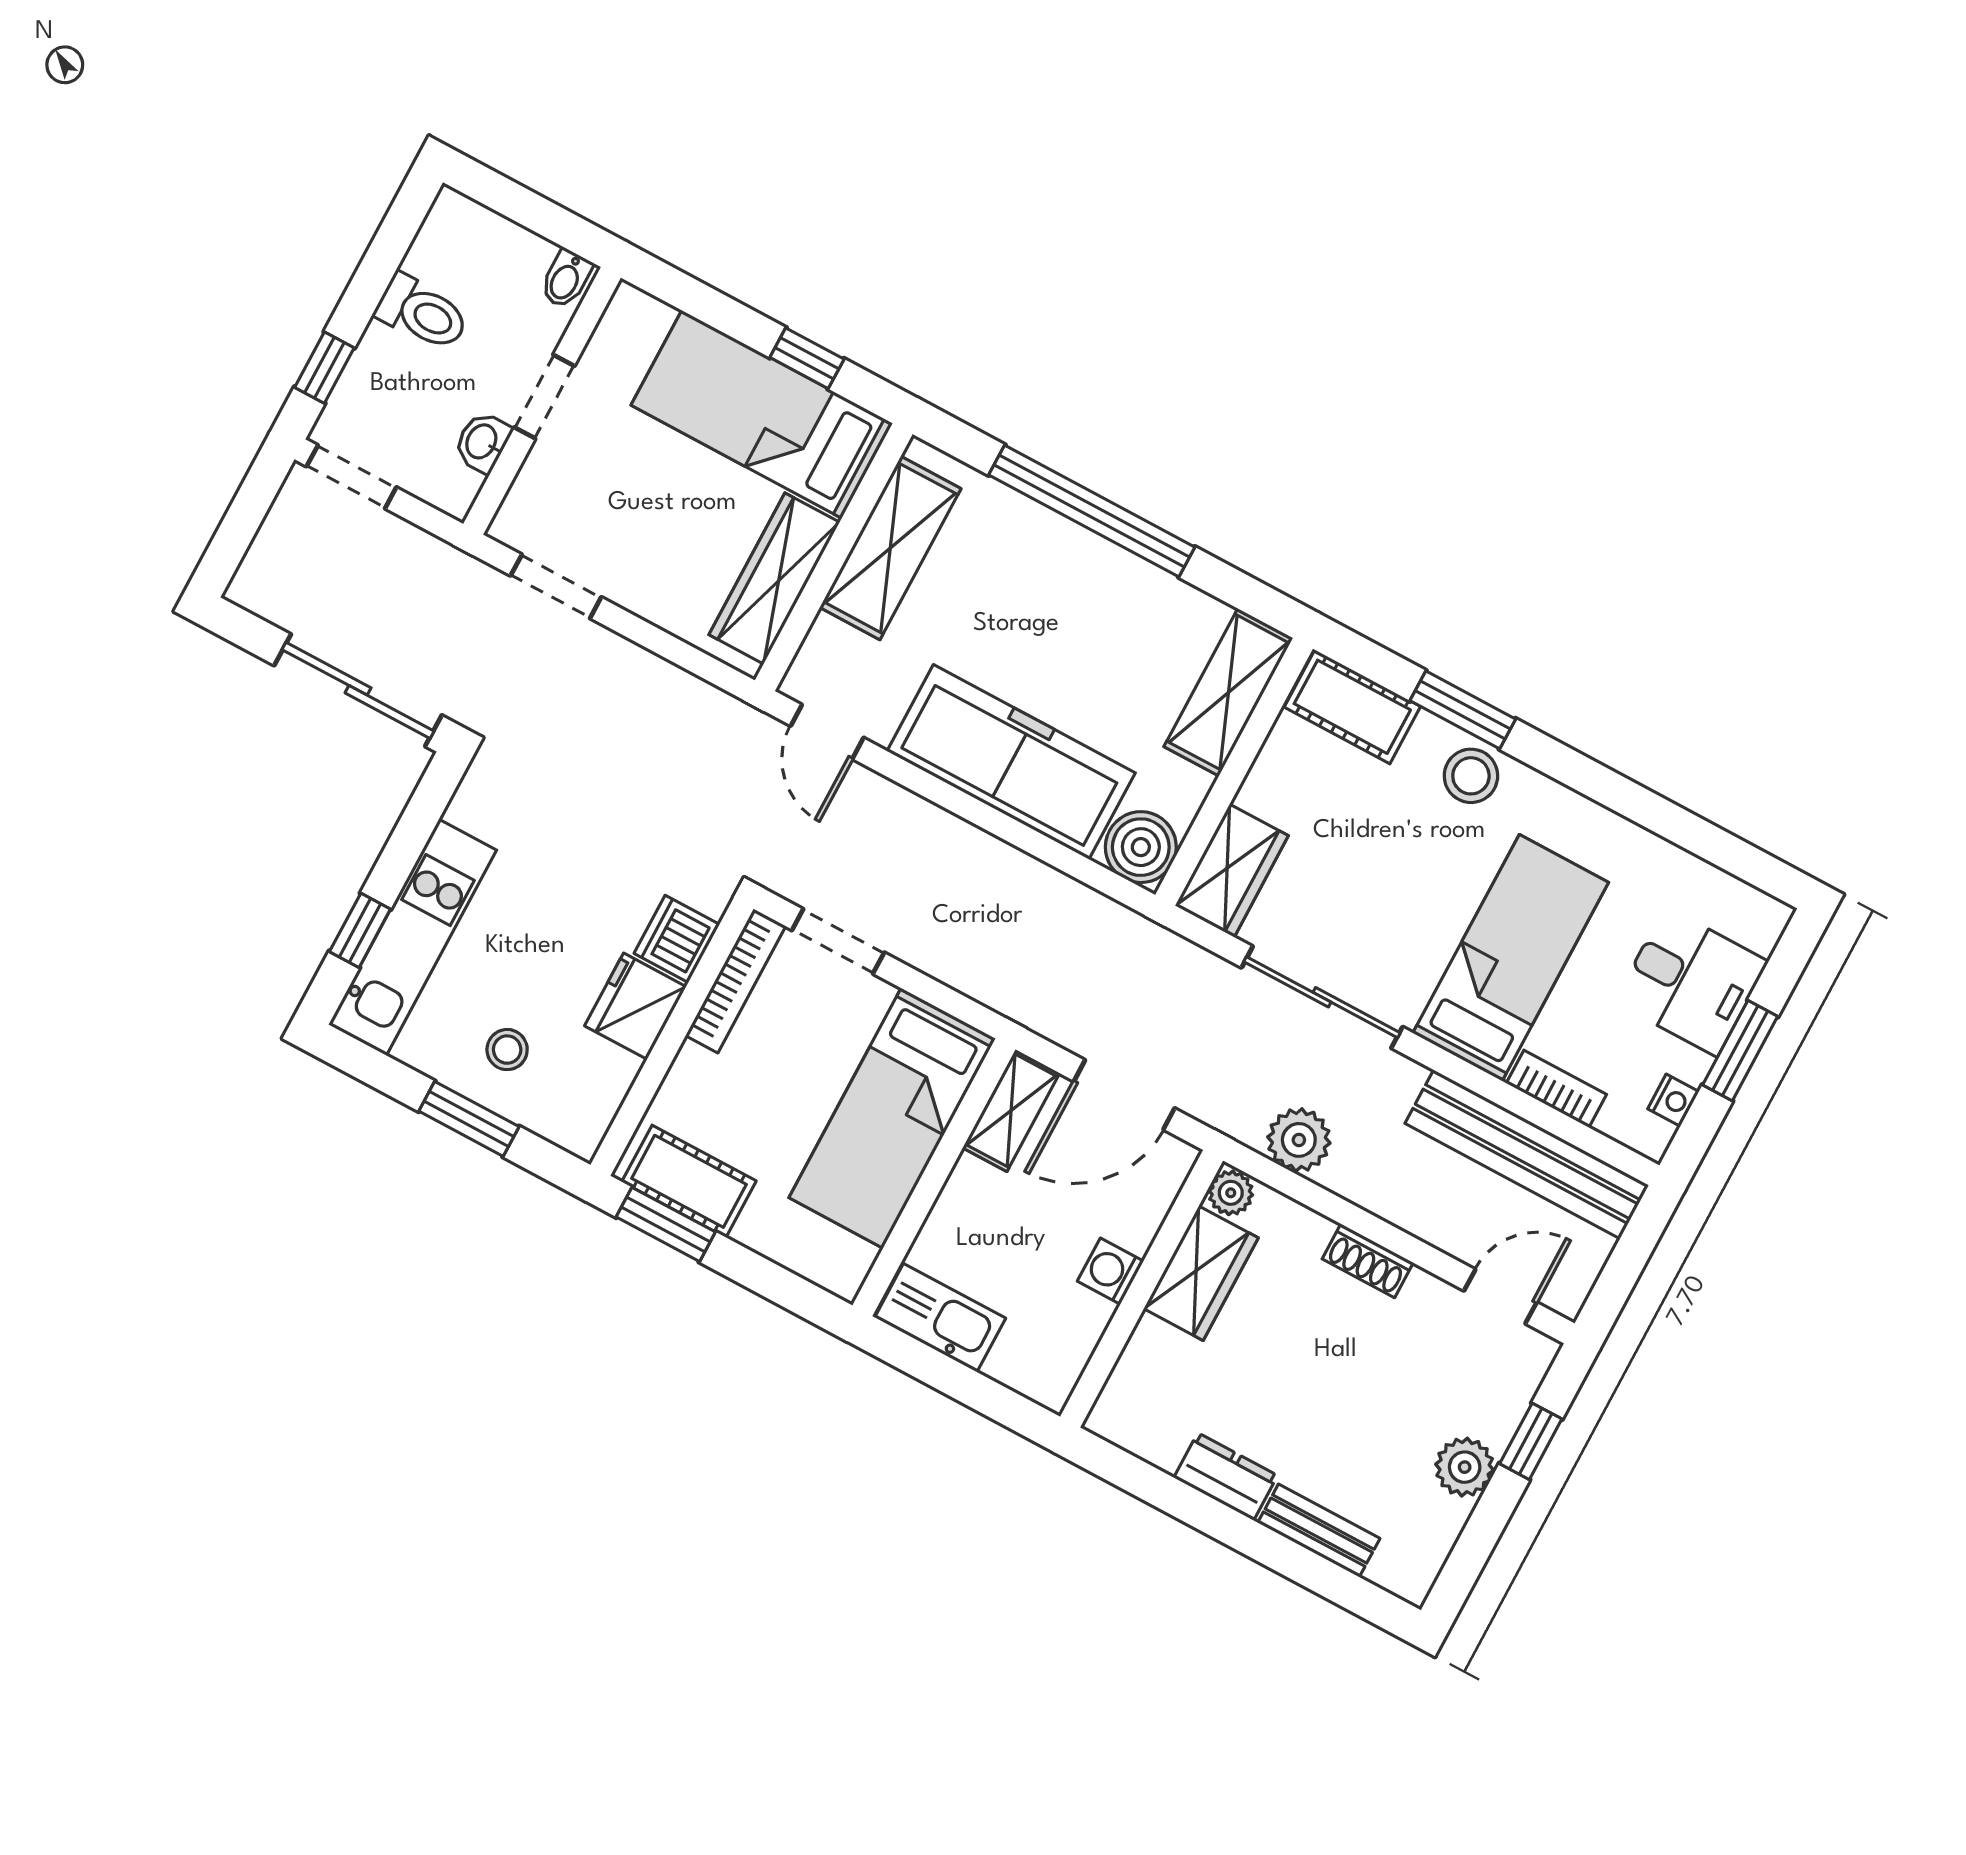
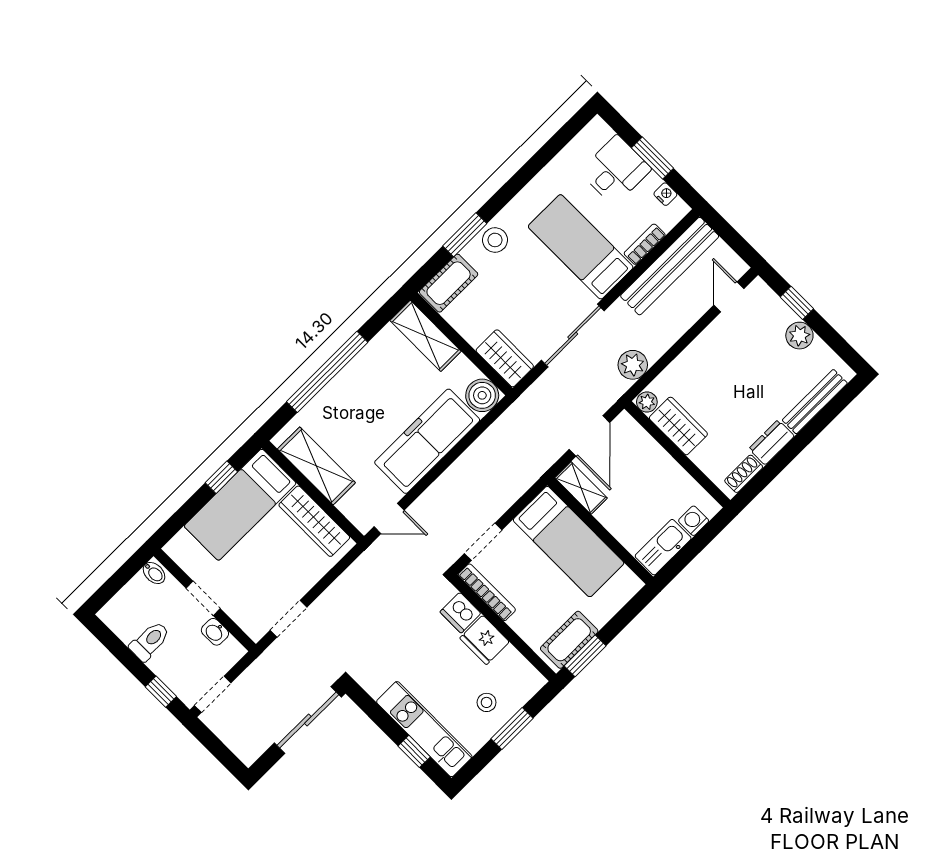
shoe rack: (1368, 1261) -> (744, 474), moved, turned 180
washing machine: (1110, 1271) -> (694, 521), moved, turned 90
bench: (1319, 1531) -> (815, 402), width x1.36

